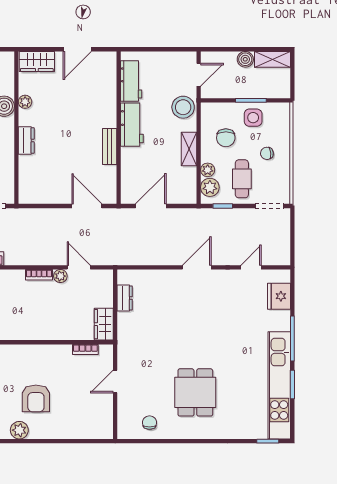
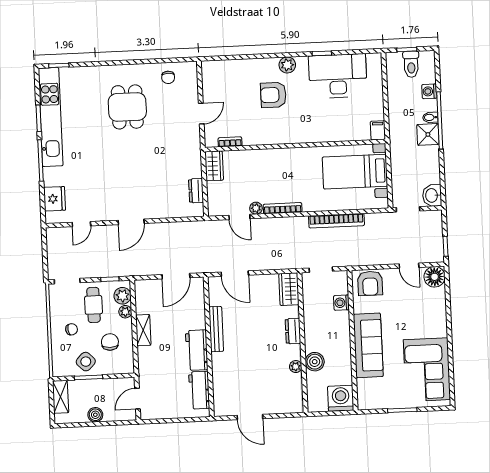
door: (77, 49) -> (250, 417), swing flipped
shelving: (272, 59) -> (60, 397), moved, turned 90
wardrobe: (37, 61) -> (289, 289), moved, turned -90
stool: (183, 107) -> (150, 368), removed
side table: (253, 118) -> (86, 362), turned 45
bench: (110, 146) -> (216, 329), width x1.36
bookcase: (39, 275) -> (283, 208), width x1.56
armchair: (36, 398) -> (273, 95), turned -90

